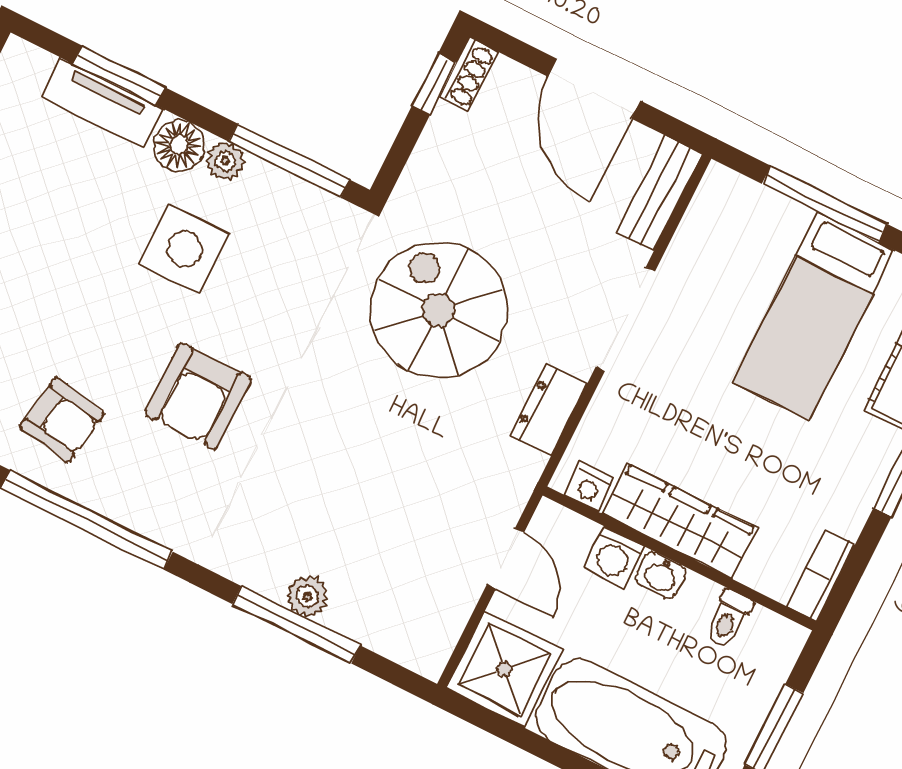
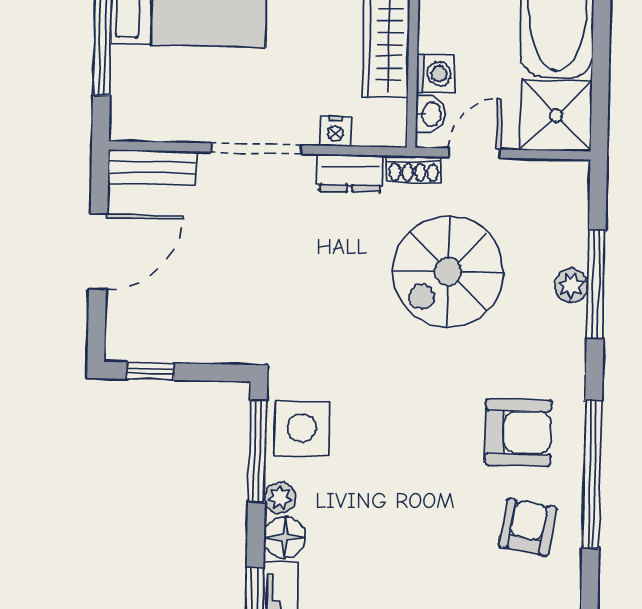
shoe rack: (468, 74) -> (414, 169), moved, turned 180
side table: (185, 249) -> (302, 428), moved
spiral stairs: (438, 310) -> (448, 272), moved
armchair: (198, 396) -> (518, 432), moved
nightstand: (589, 487) -> (335, 131), moved, turned 90
washbasin: (661, 575) -> (431, 114), moved

